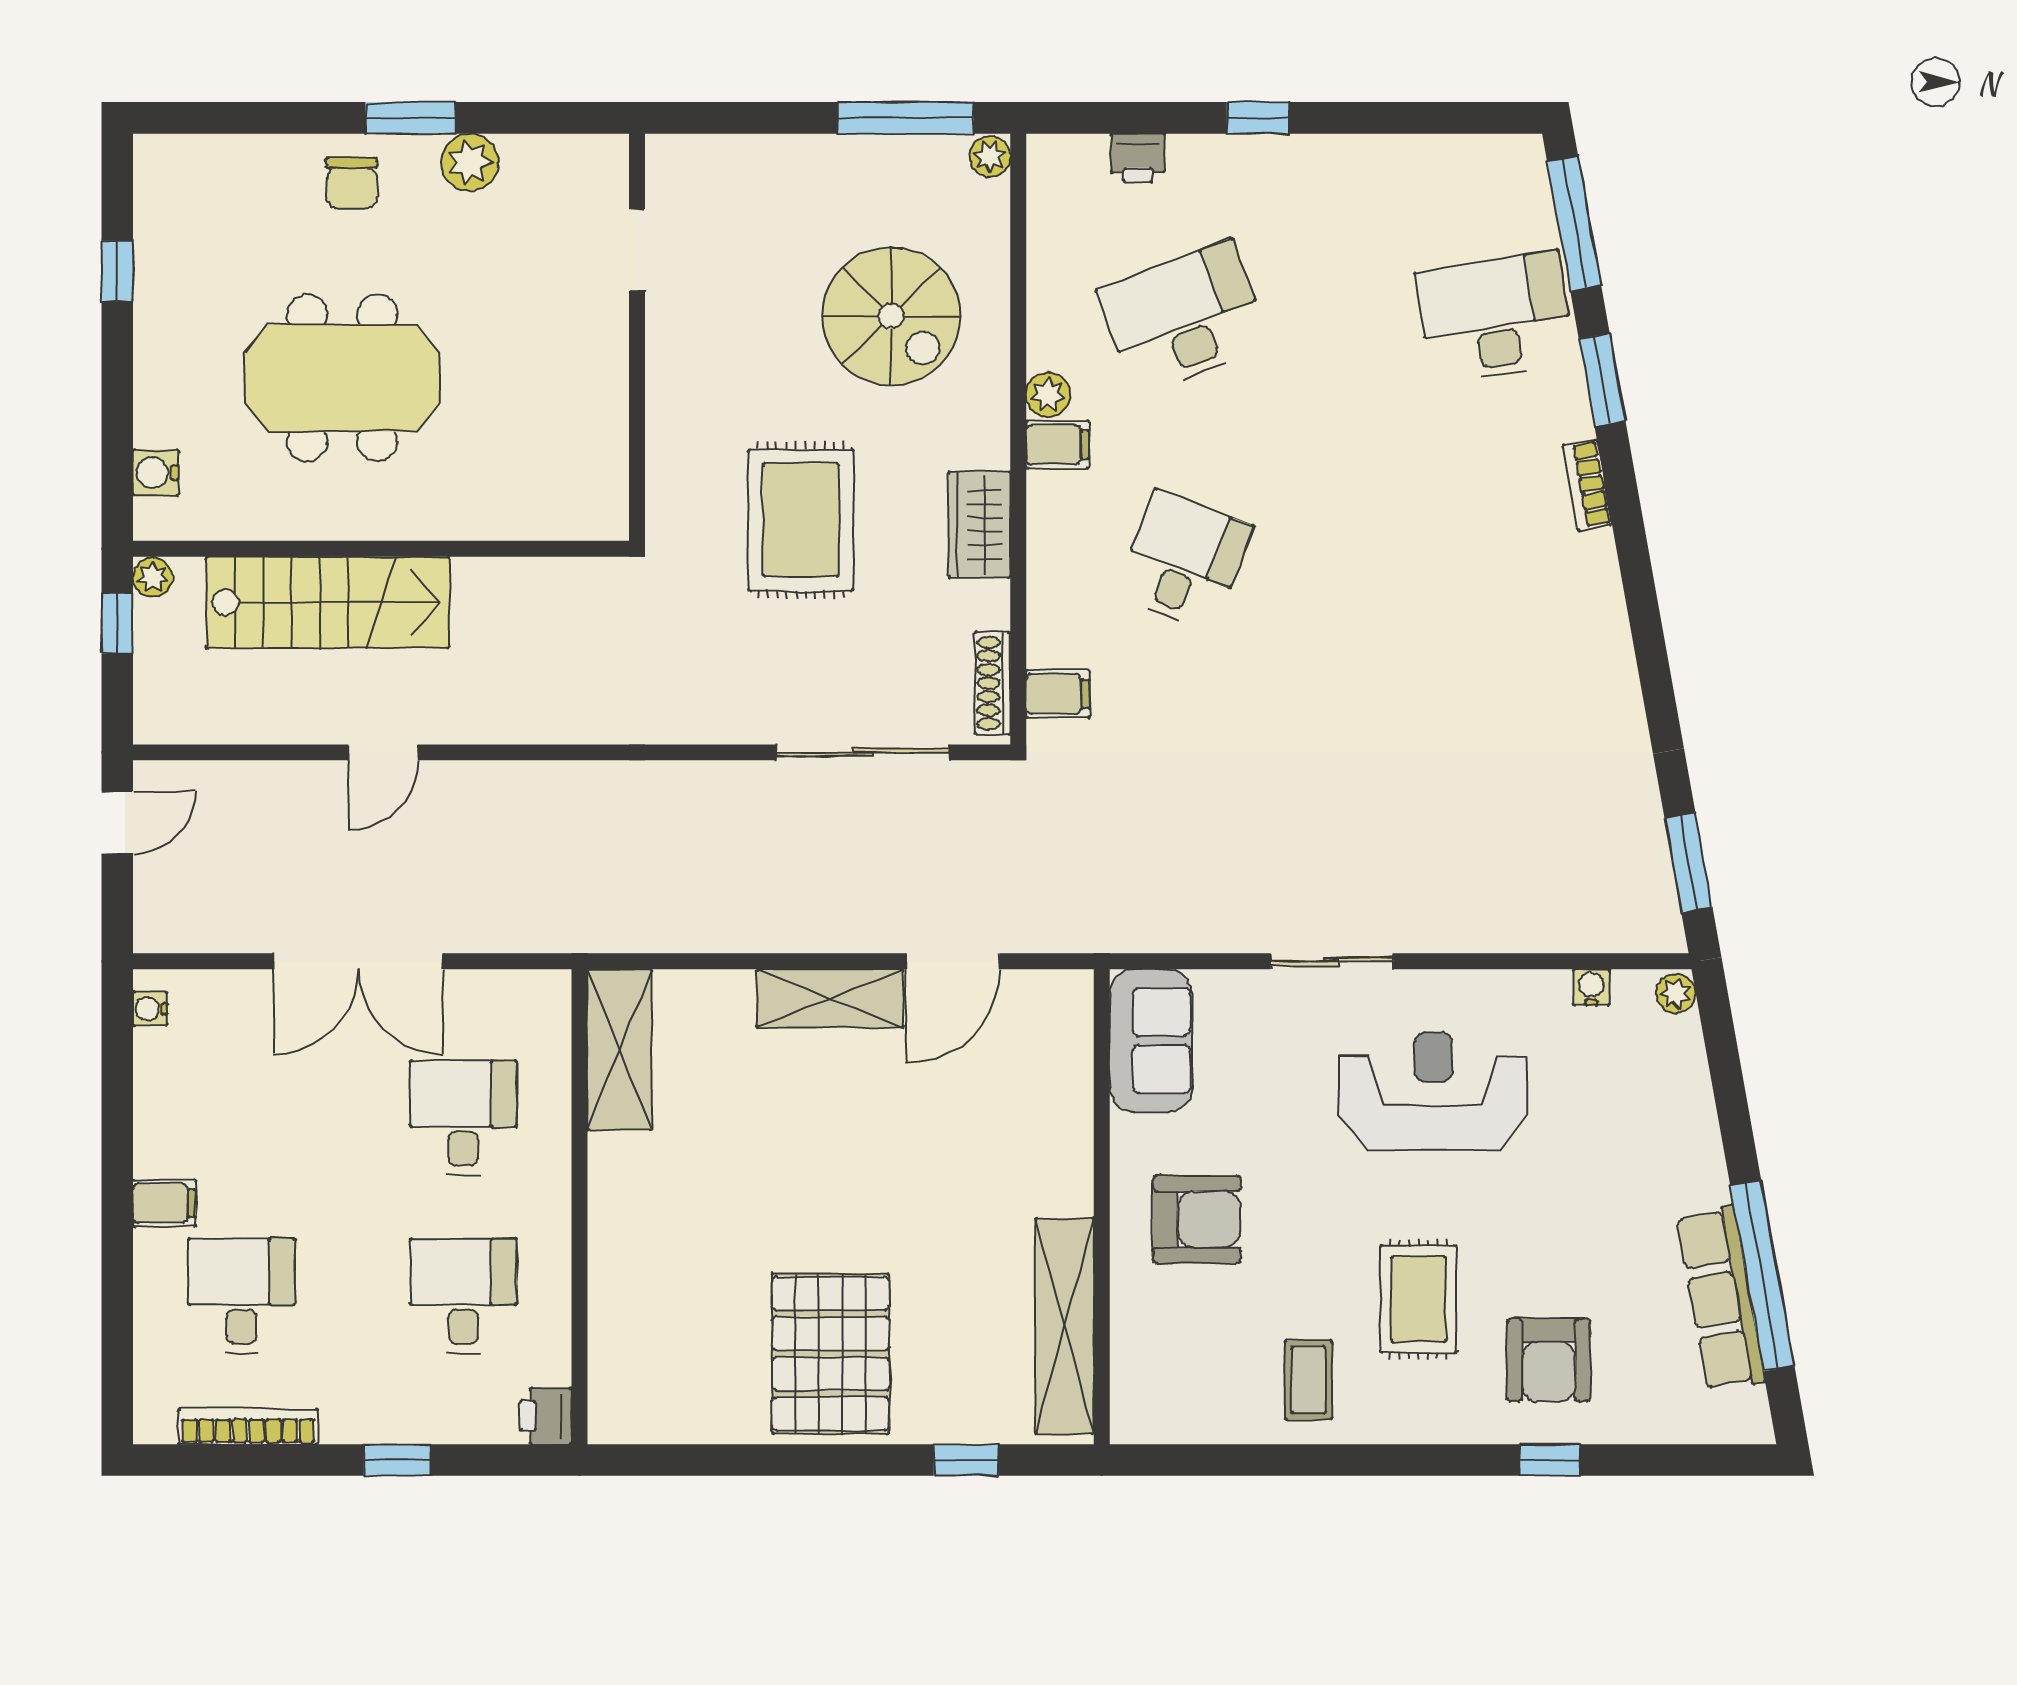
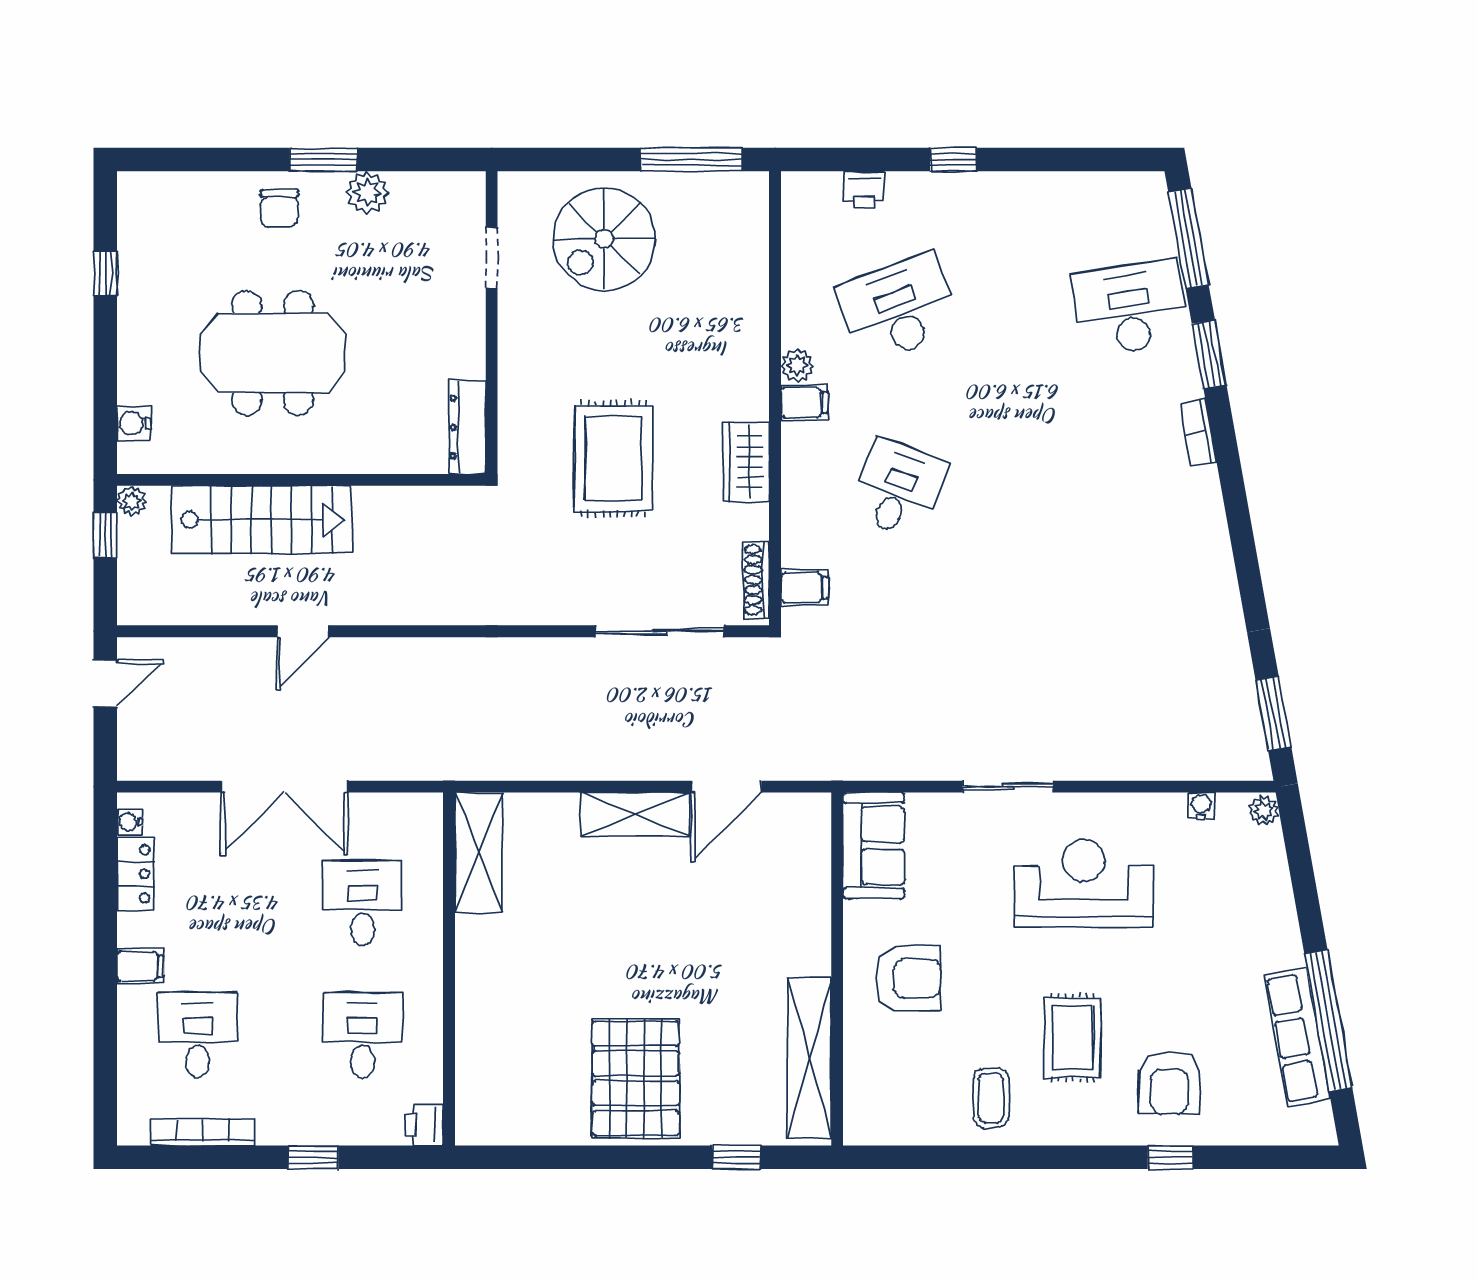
plant: (990, 156) -> (754, 188), removed
spiral stairs: (891, 316) -> (604, 239), moved, turned 90
dresser: (604, 478) -> (467, 427), added
locker: (158, 1079) -> (135, 874), added

